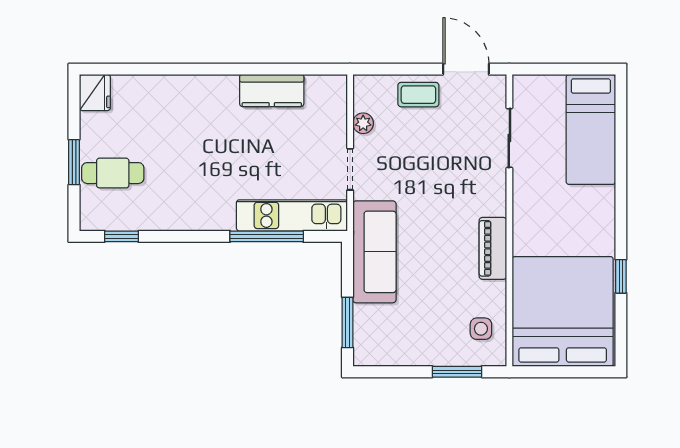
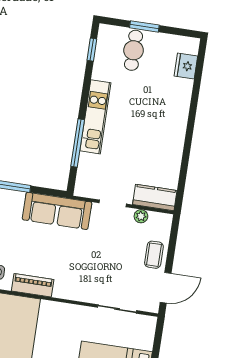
kitchen counter: (272, 91) -> (155, 198), moved, turned 90
fridge: (95, 93) -> (186, 66), moved, turned 90
kitchen unit: (292, 215) -> (95, 117), moved
piano: (493, 248) -> (33, 285), moved

